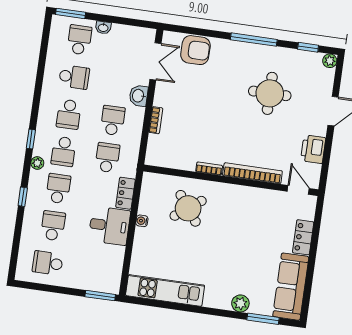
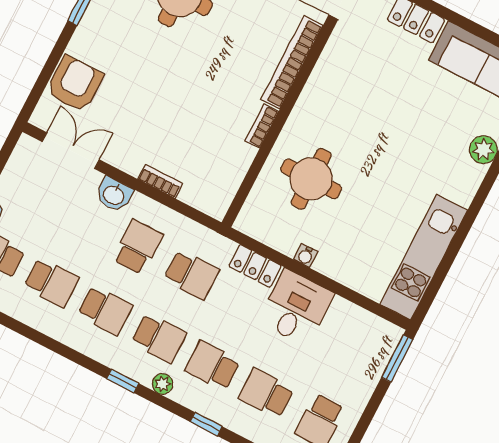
school desk: (74, 77) -> (51, 283), turned 90
school desk: (113, 120) -> (138, 247), turned 90
school desk: (107, 158) -> (191, 275), turned 180
round table: (188, 208) -> (311, 179), turned 37

